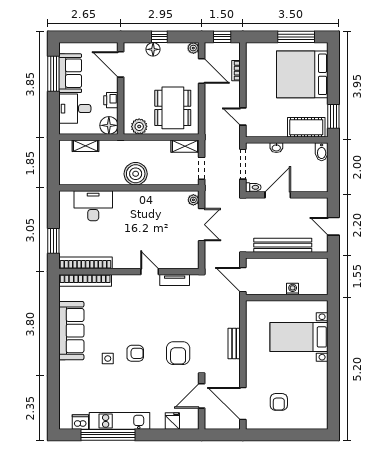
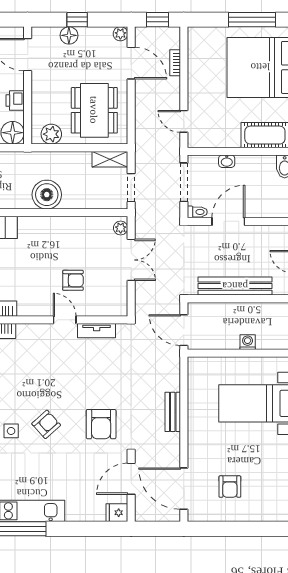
armchair: (156, 241) -> (73, 280), added
armchair: (135, 353) -> (46, 424), turned -42
fridge: (172, 421) -> (117, 513), moved, turned -90

